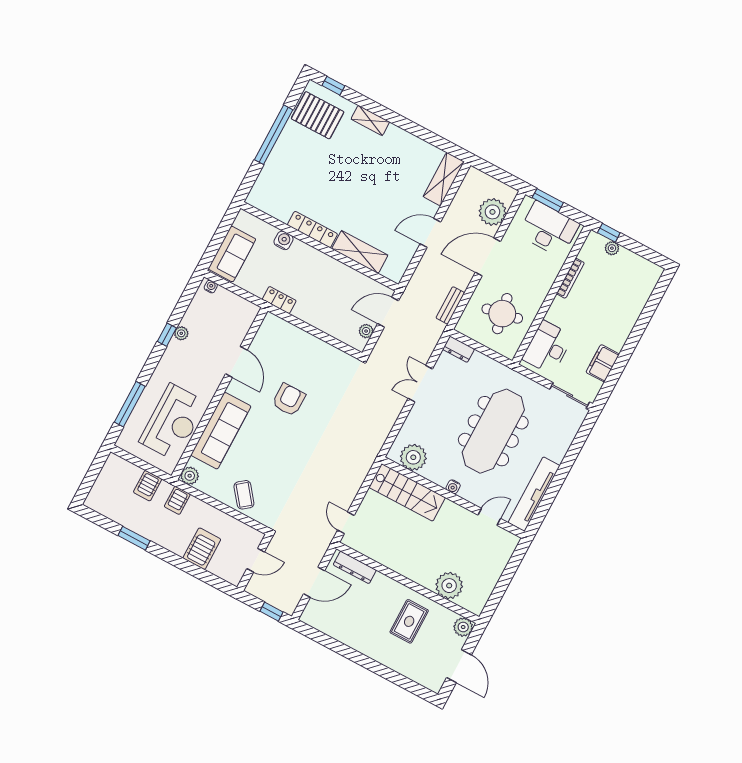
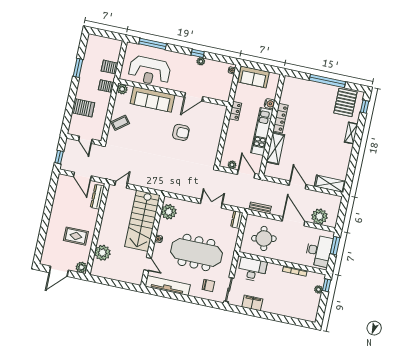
kitchen unit: (326, 266) -> (262, 131), added
chair: (553, 427) -> (208, 286), added
stairs: (407, 492) -> (142, 221), width x1.36, depth x1.51

